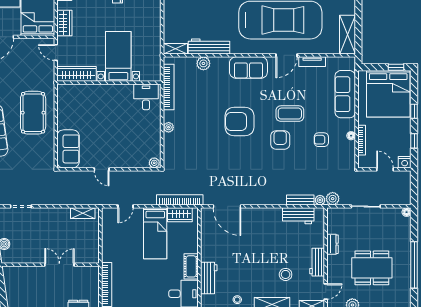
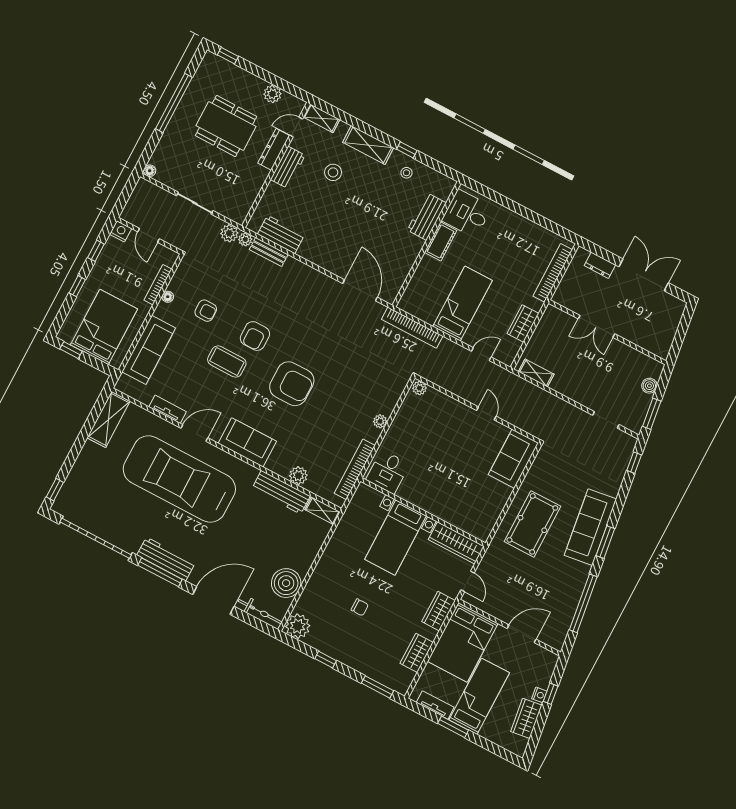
bed: (388, 94) -> (104, 327), width x0.73
wardrobe: (180, 215) -> (523, 323), moved, turned -90
dresser: (333, 244) -> (274, 149), moved, width x1.44

